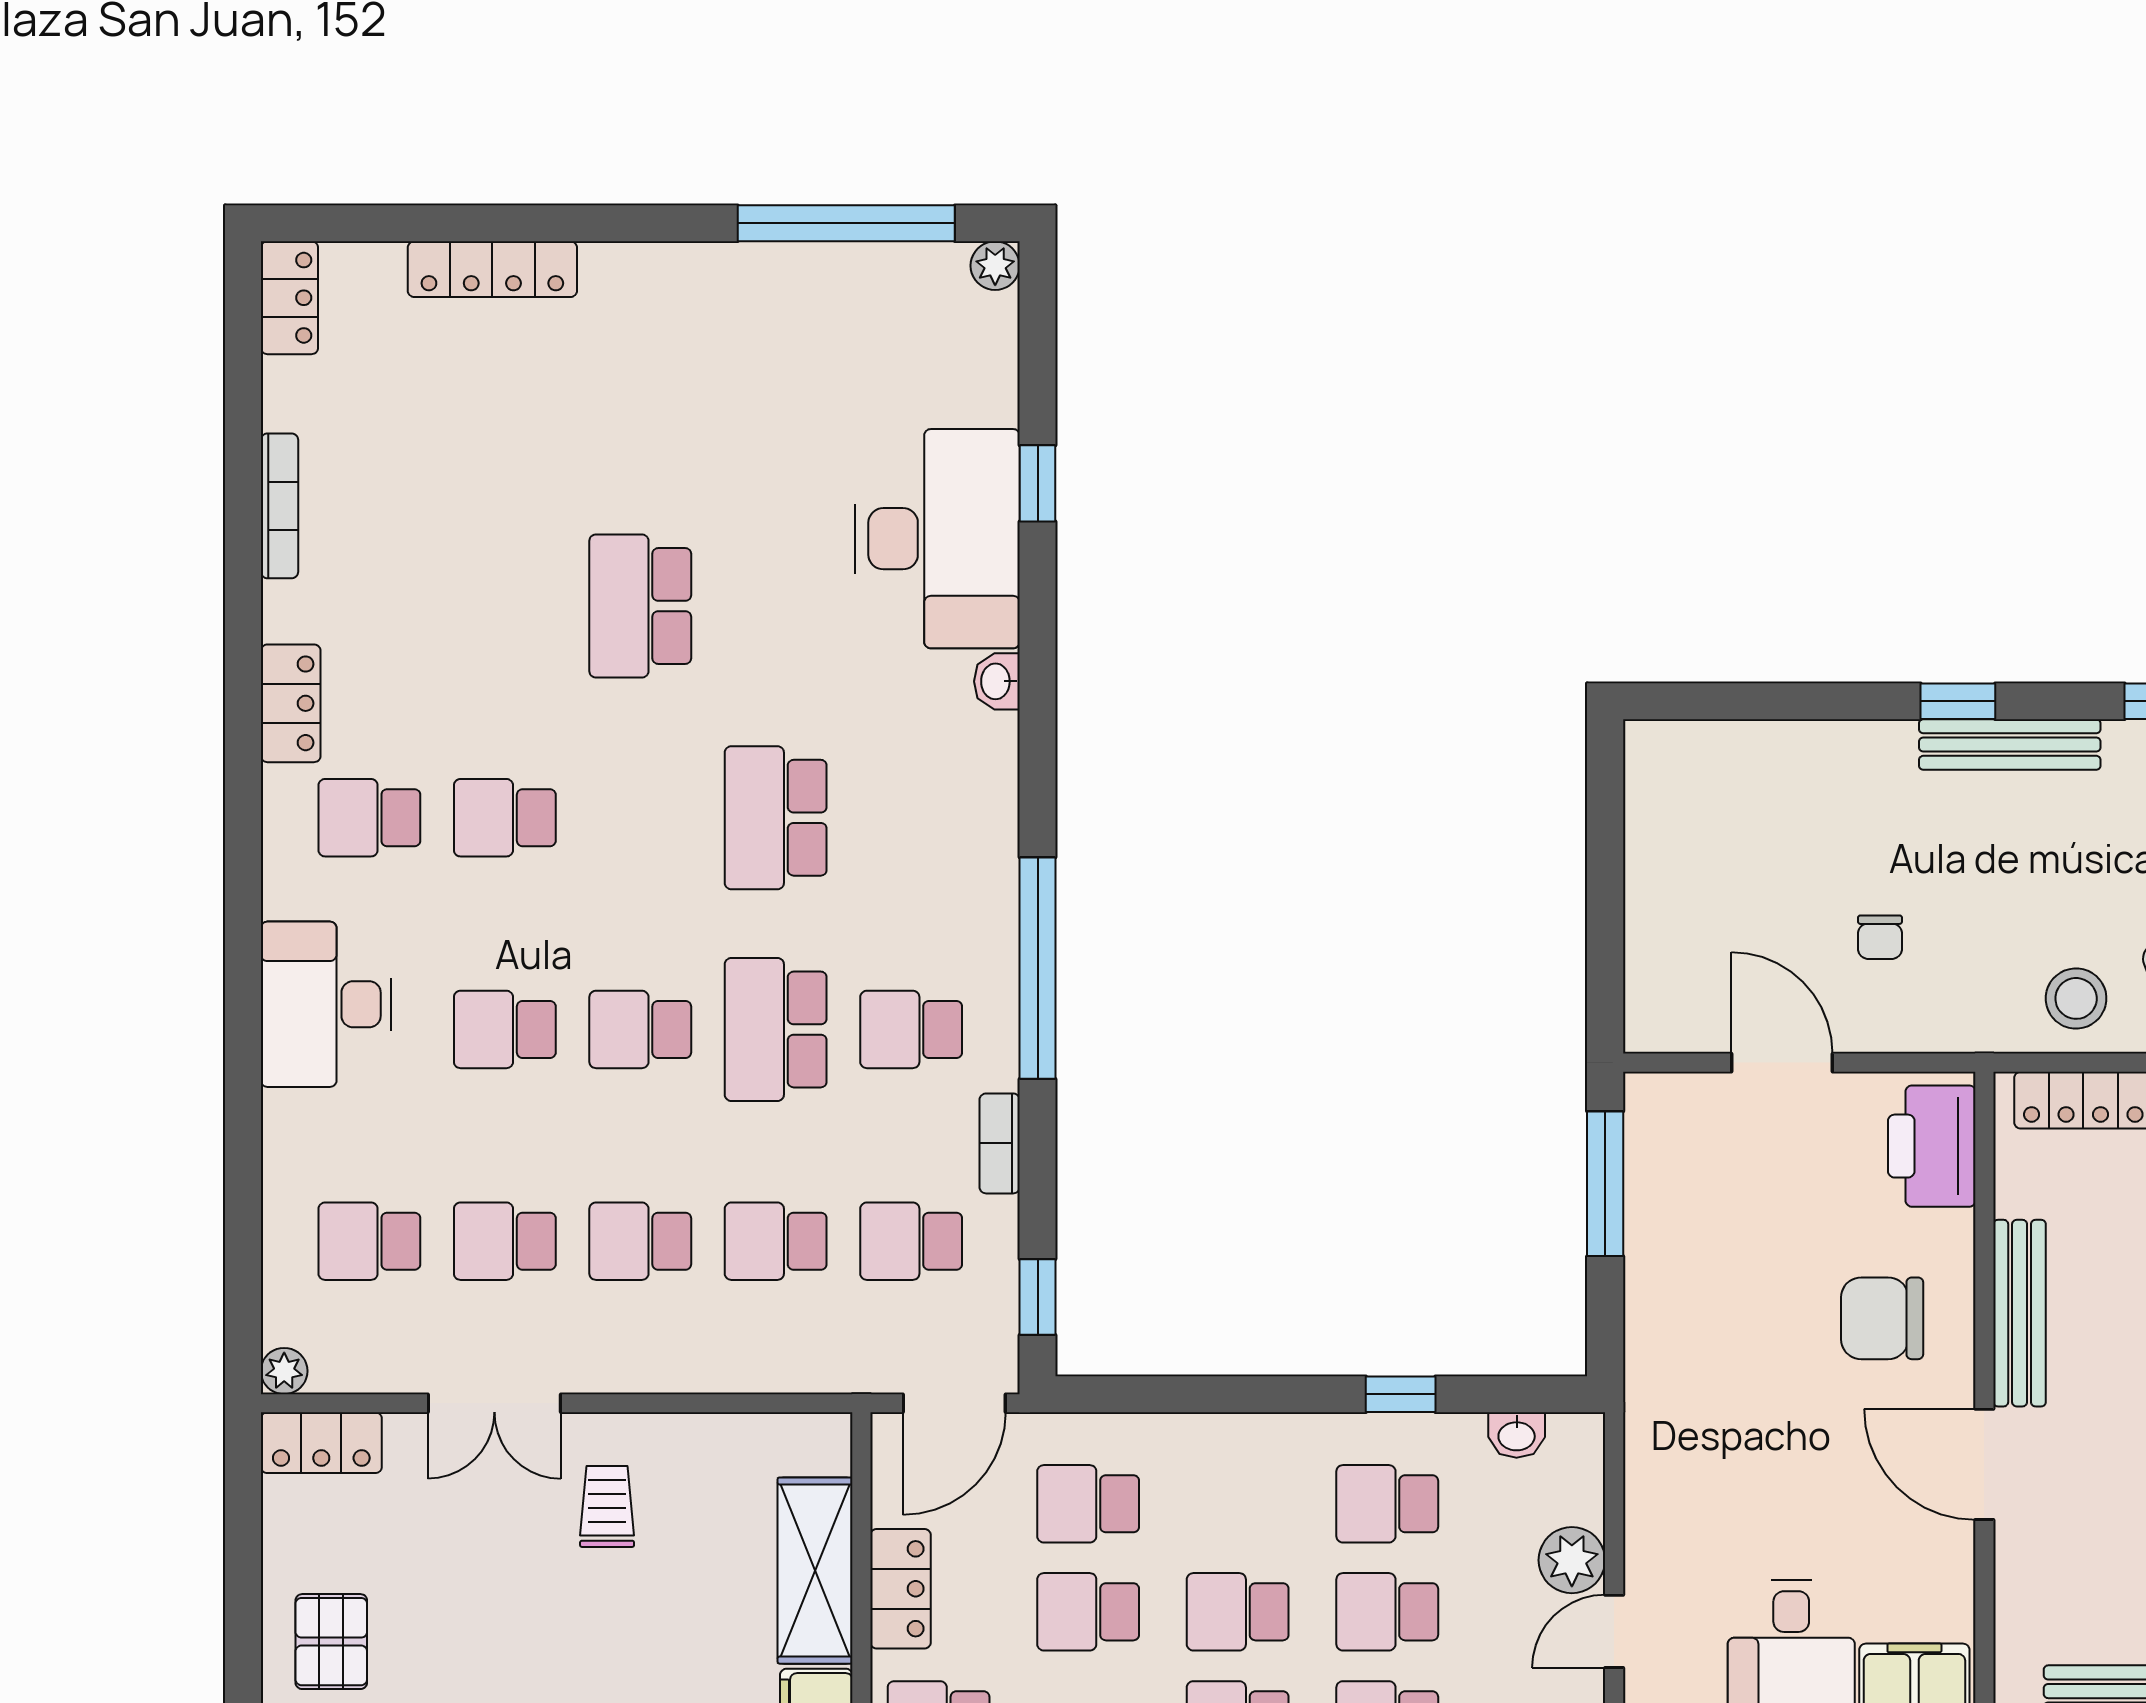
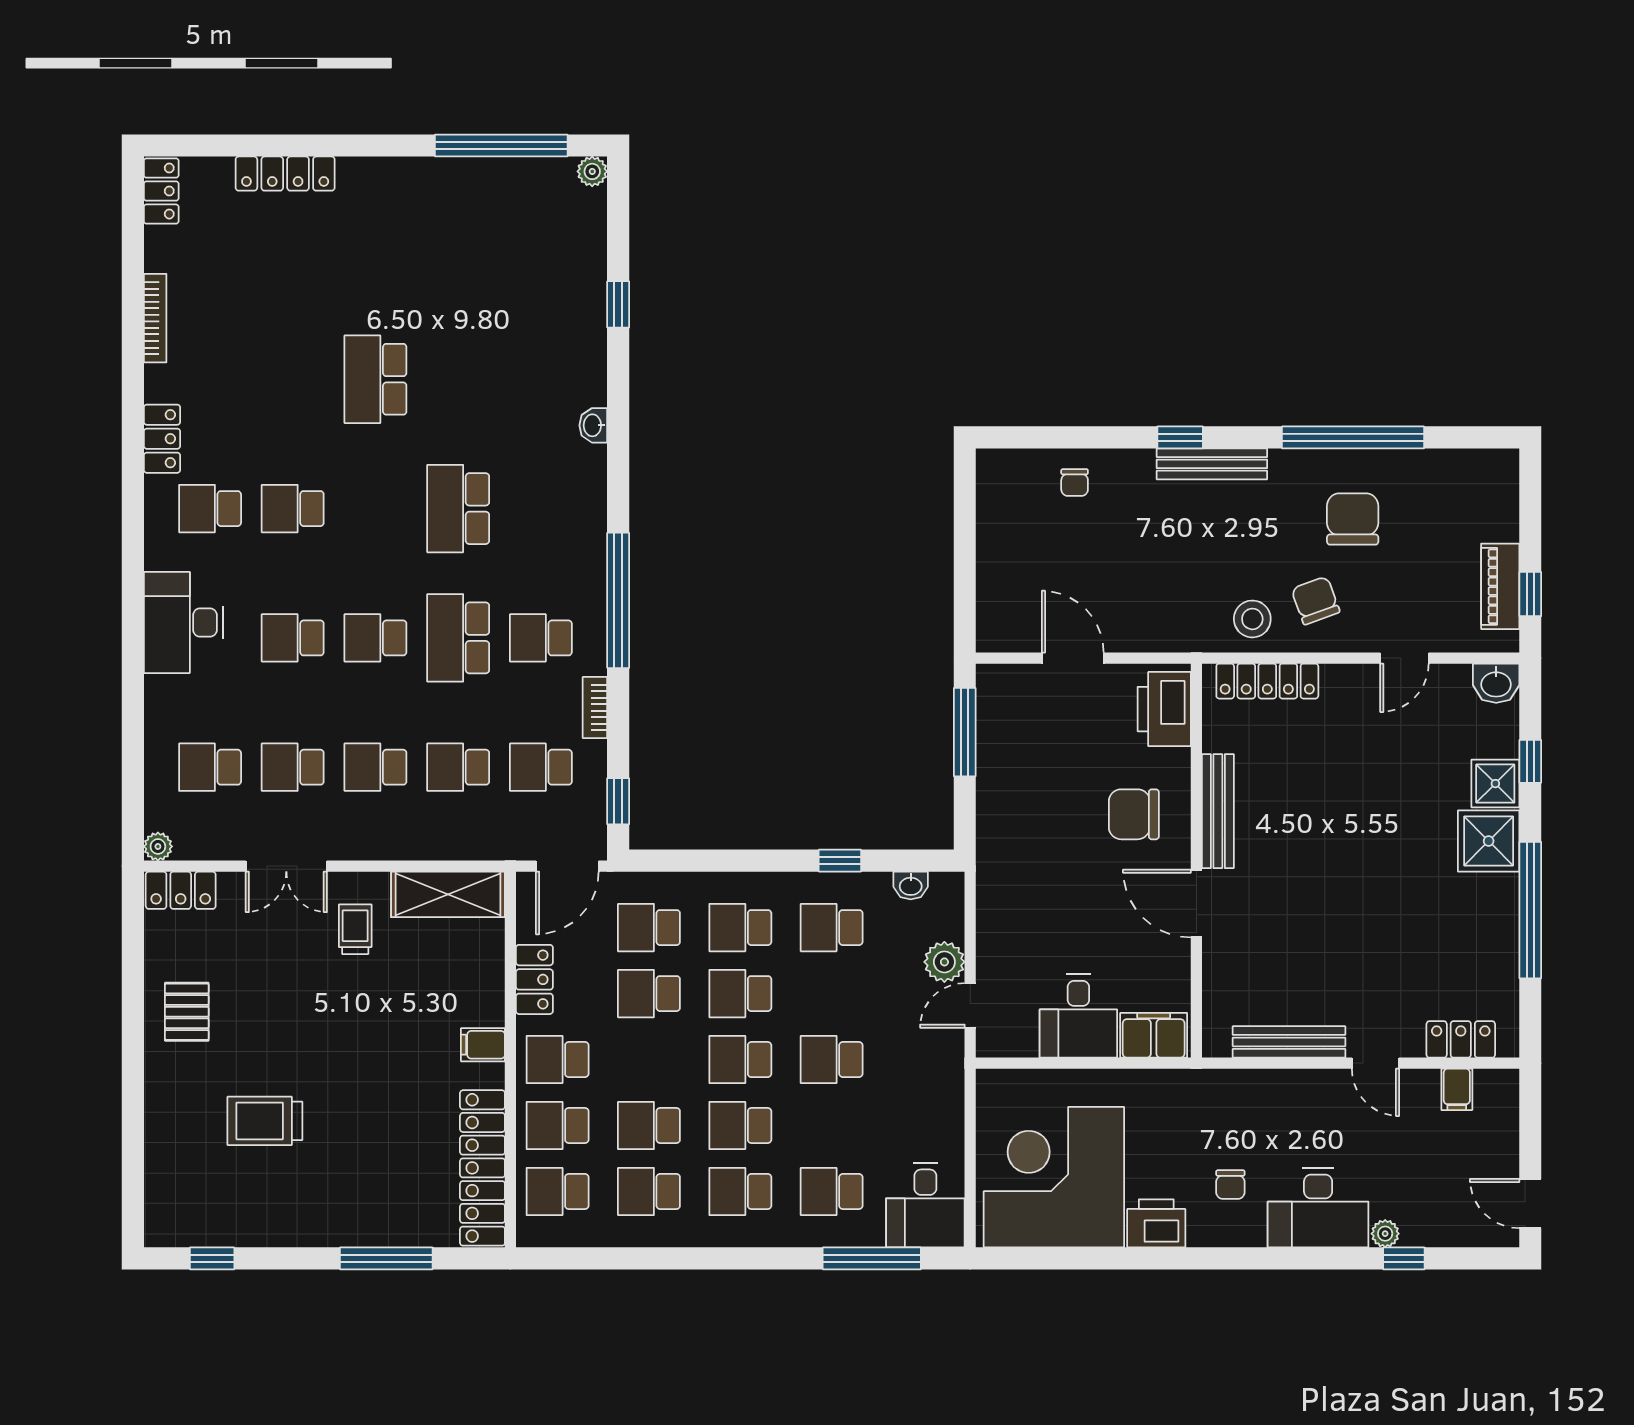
desk: (937, 539) -> (557, 338), removed
chair: (1880, 937) -> (1075, 482), moved
shelving: (815, 1571) -> (448, 894), moved, turned 90
school desk: (1387, 1612) -> (740, 928), moved

